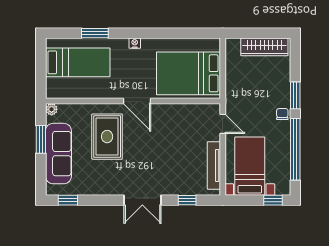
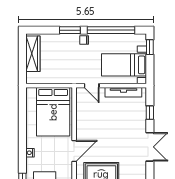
door: (223, 124) -> (92, 86), swing flipped

